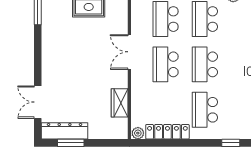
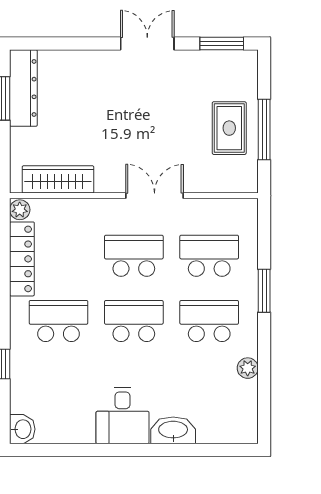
double door: (38, 102) -> (147, 43), moved
wardrobe: (120, 103) -> (58, 179), width x1.50

